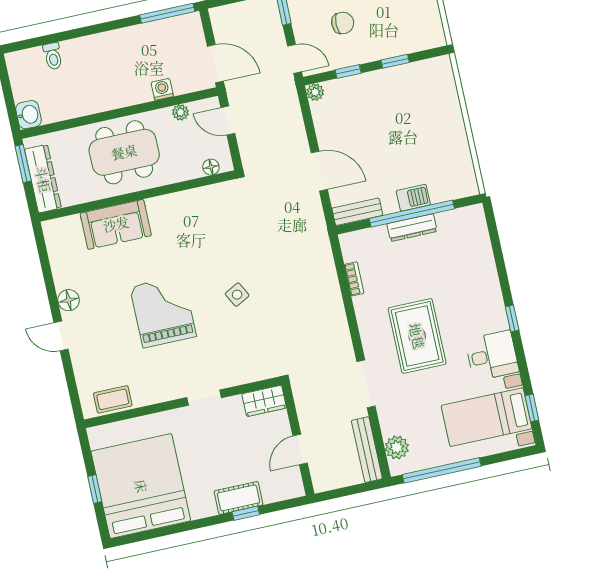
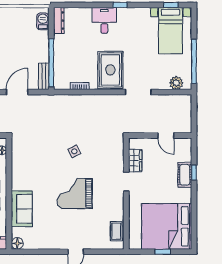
barbecue: (413, 198) -> (43, 21), moved
window: (412, 214) -> (51, 63), moved
dresser: (412, 228) -> (59, 21), moved
floor lamp: (69, 300) -> (17, 243), moved
rug: (417, 336) -> (110, 70), moved, turned 90
desk: (492, 356) -> (104, 20), moved
wardrobe: (264, 401) -> (135, 161), moved
bench: (367, 450) -> (174, 99), removed

